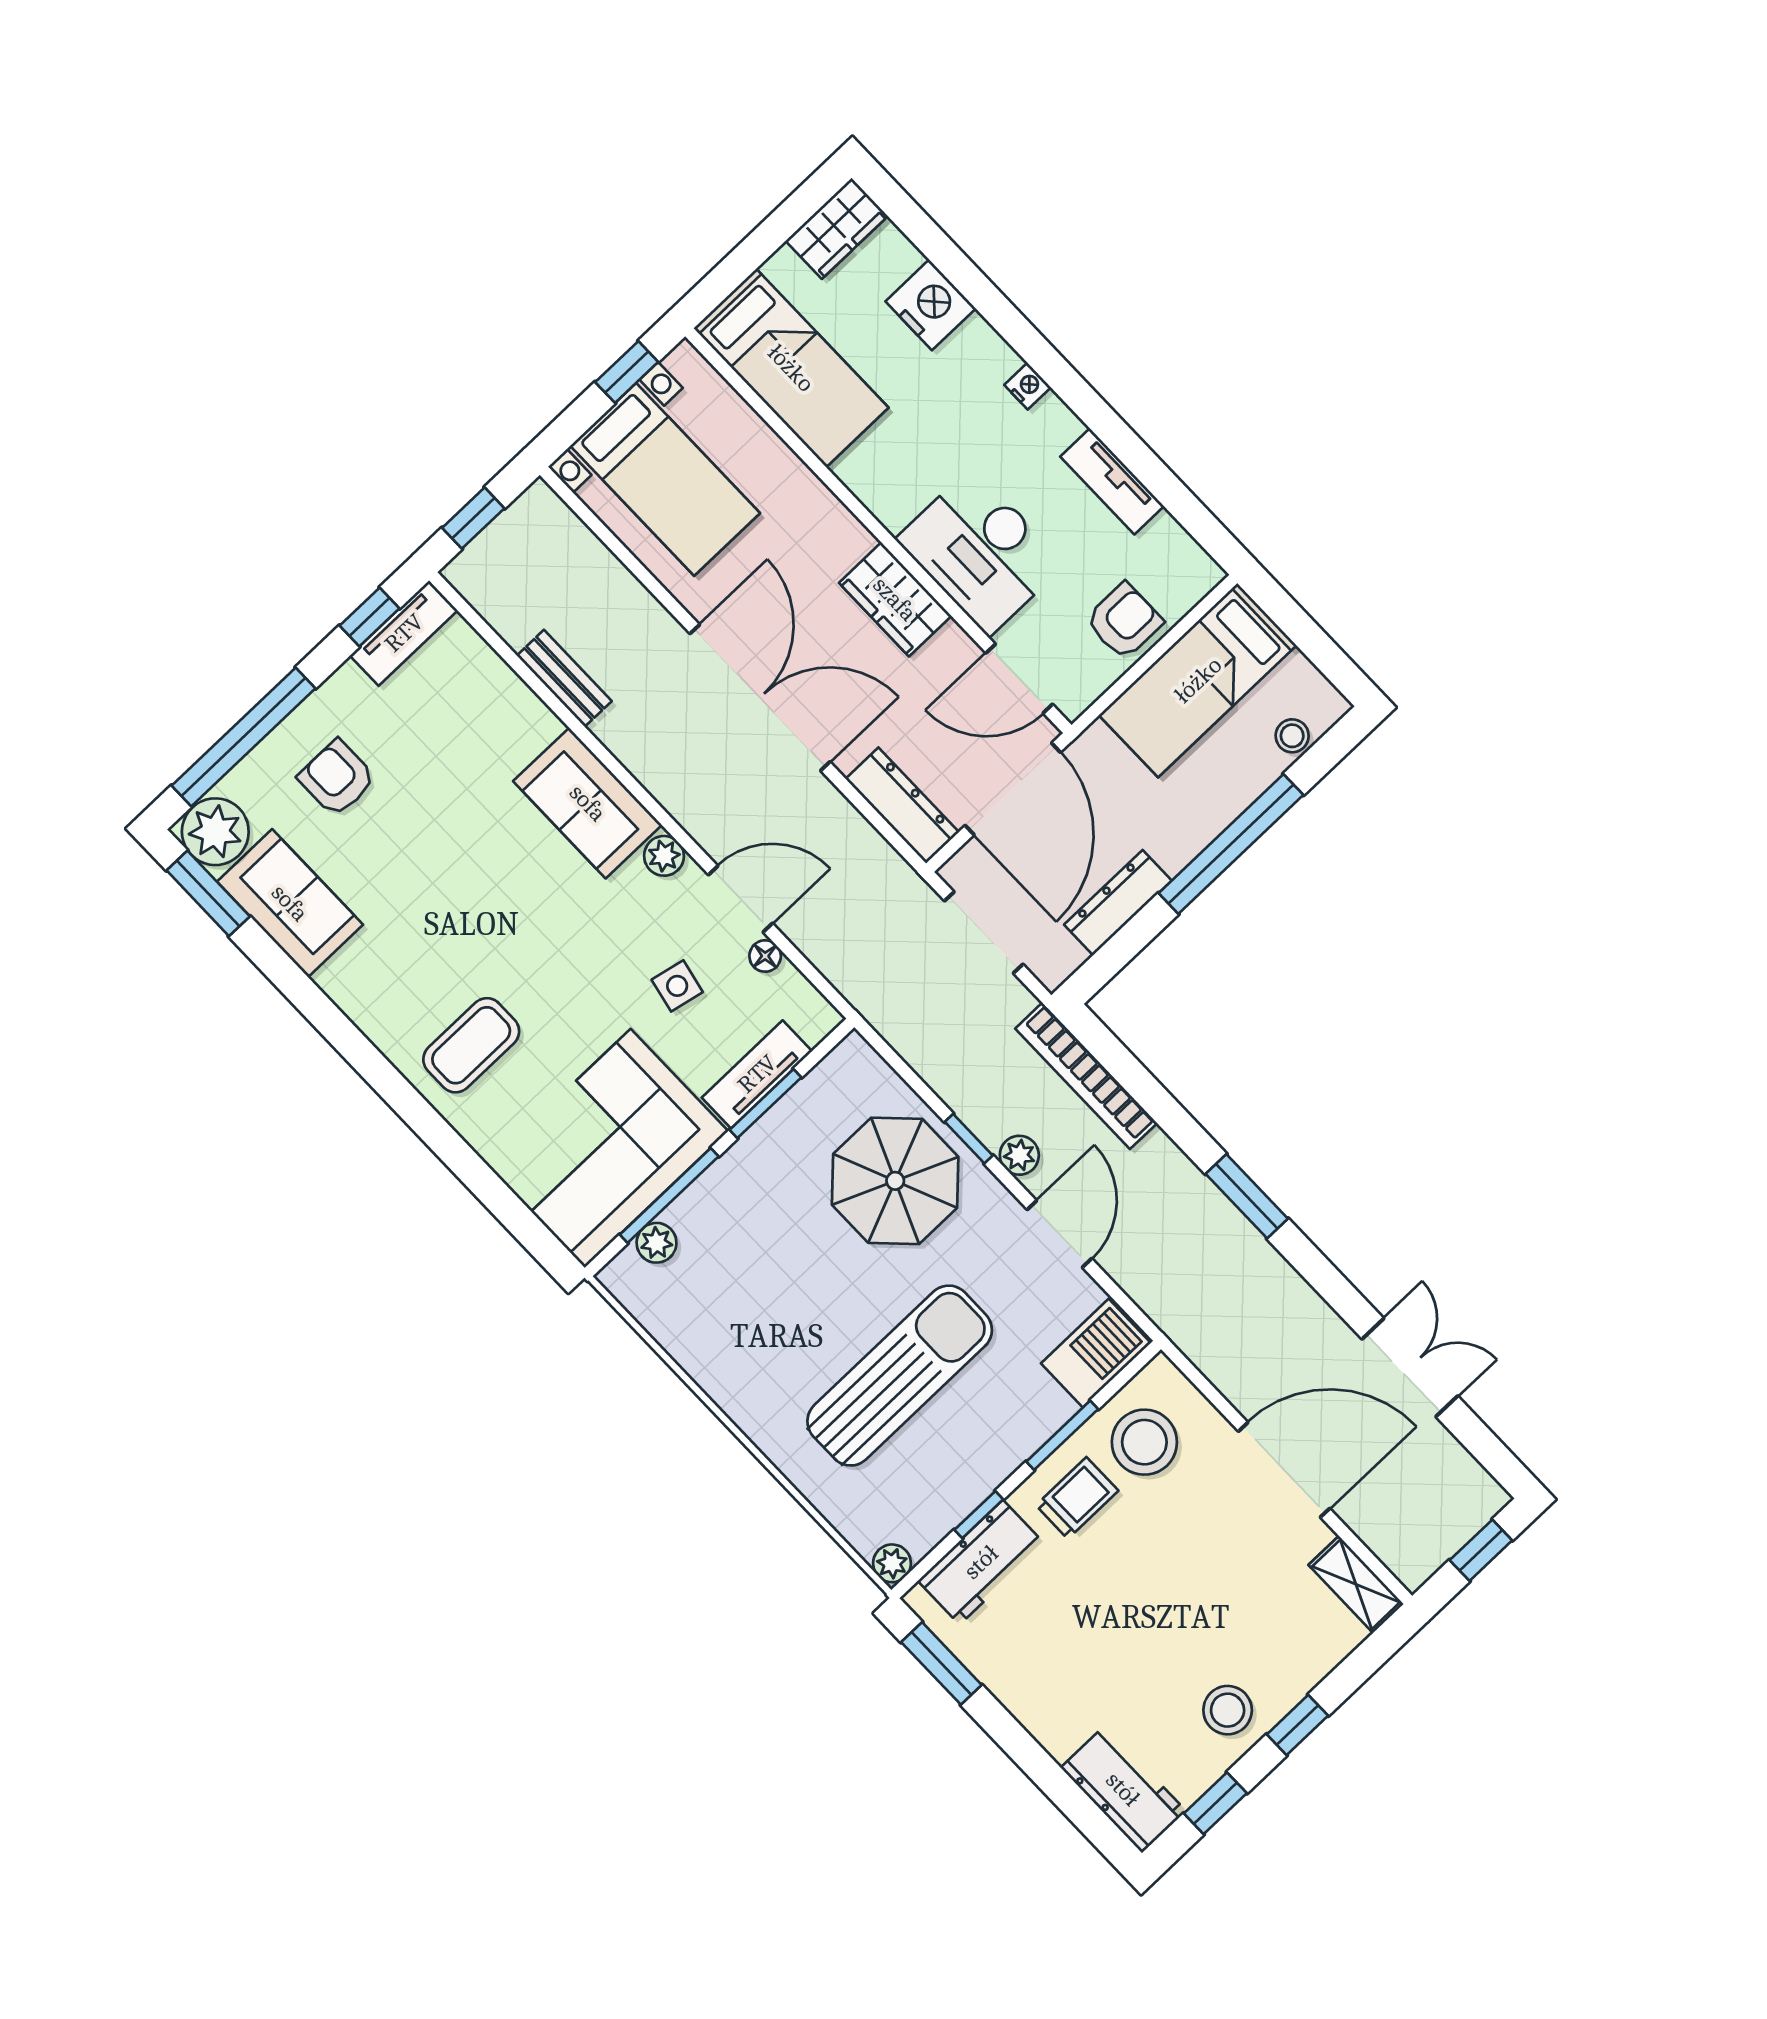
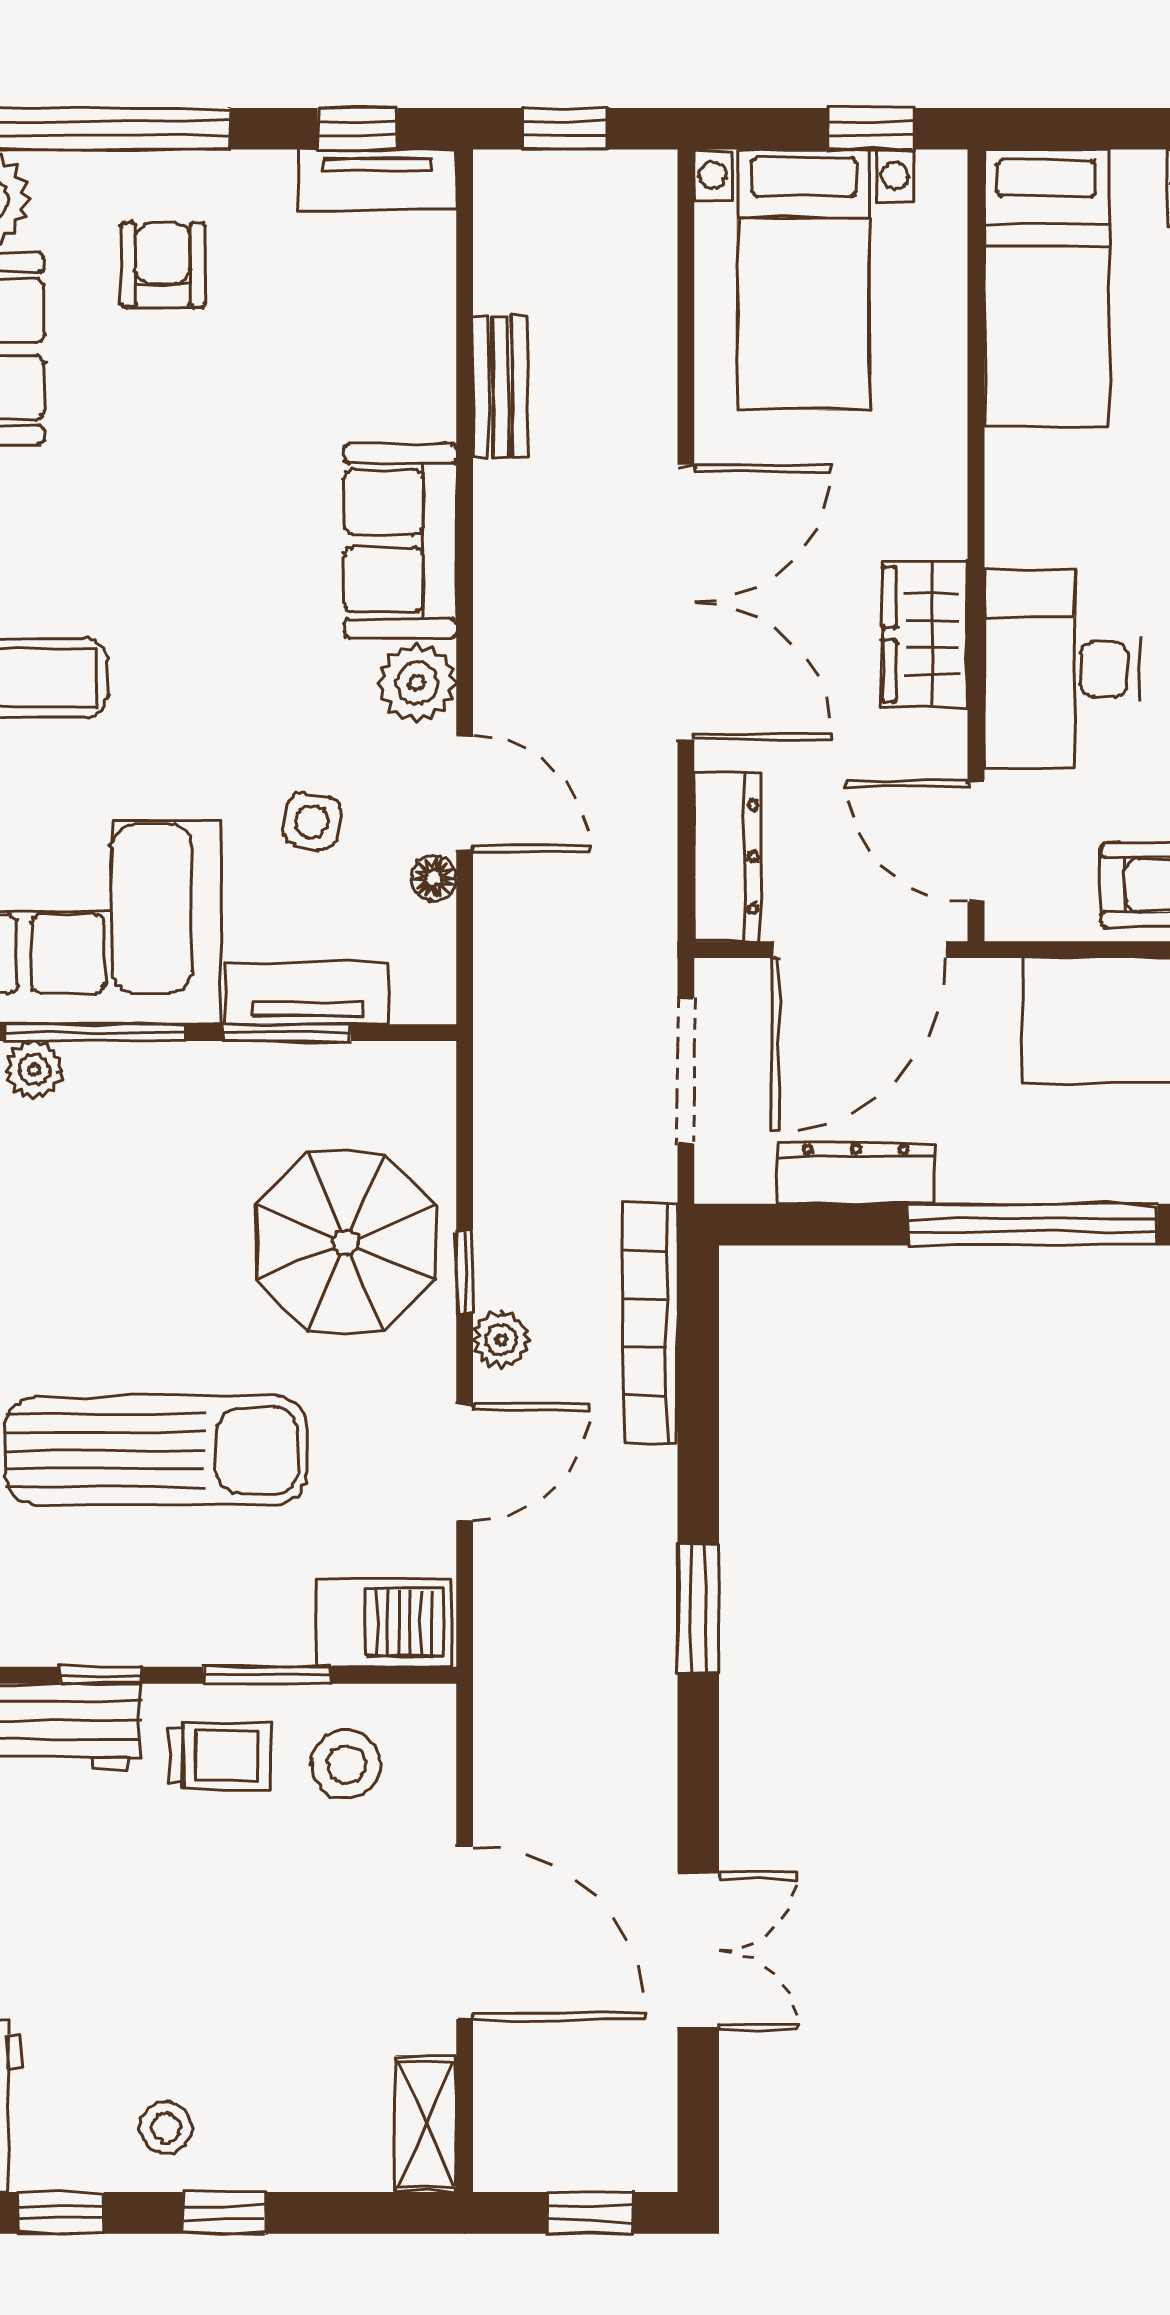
plant: (664, 856) -> (417, 683), width x1.38, depth x1.38
stool: (1144, 1442) -> (346, 1764), width x0.73, depth x0.73
stool: (1228, 1710) -> (166, 2128), width x0.73, depth x0.73

